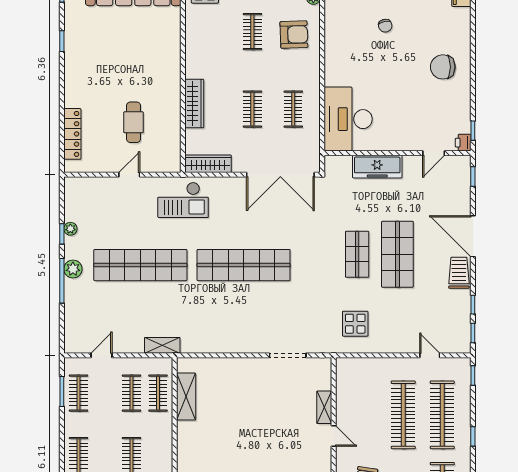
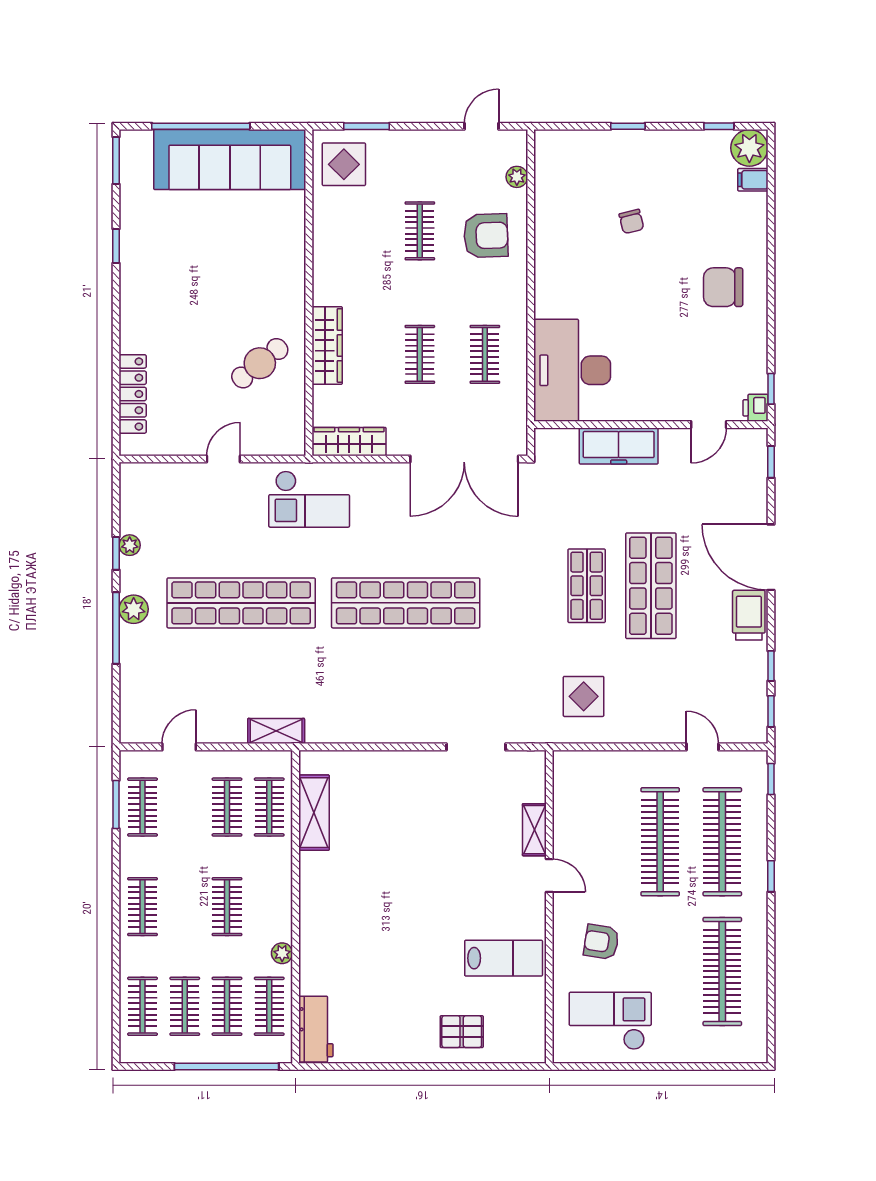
cafe table: (134, 122) -> (260, 363), moved, turned 51

